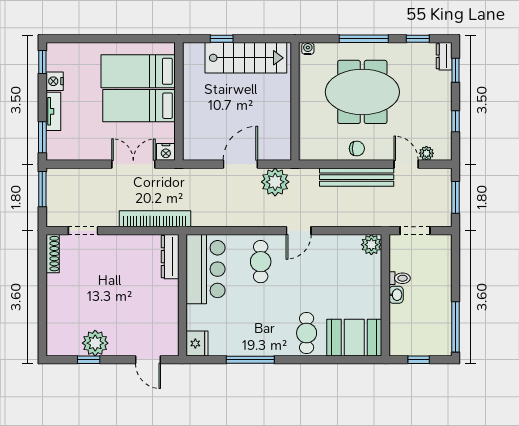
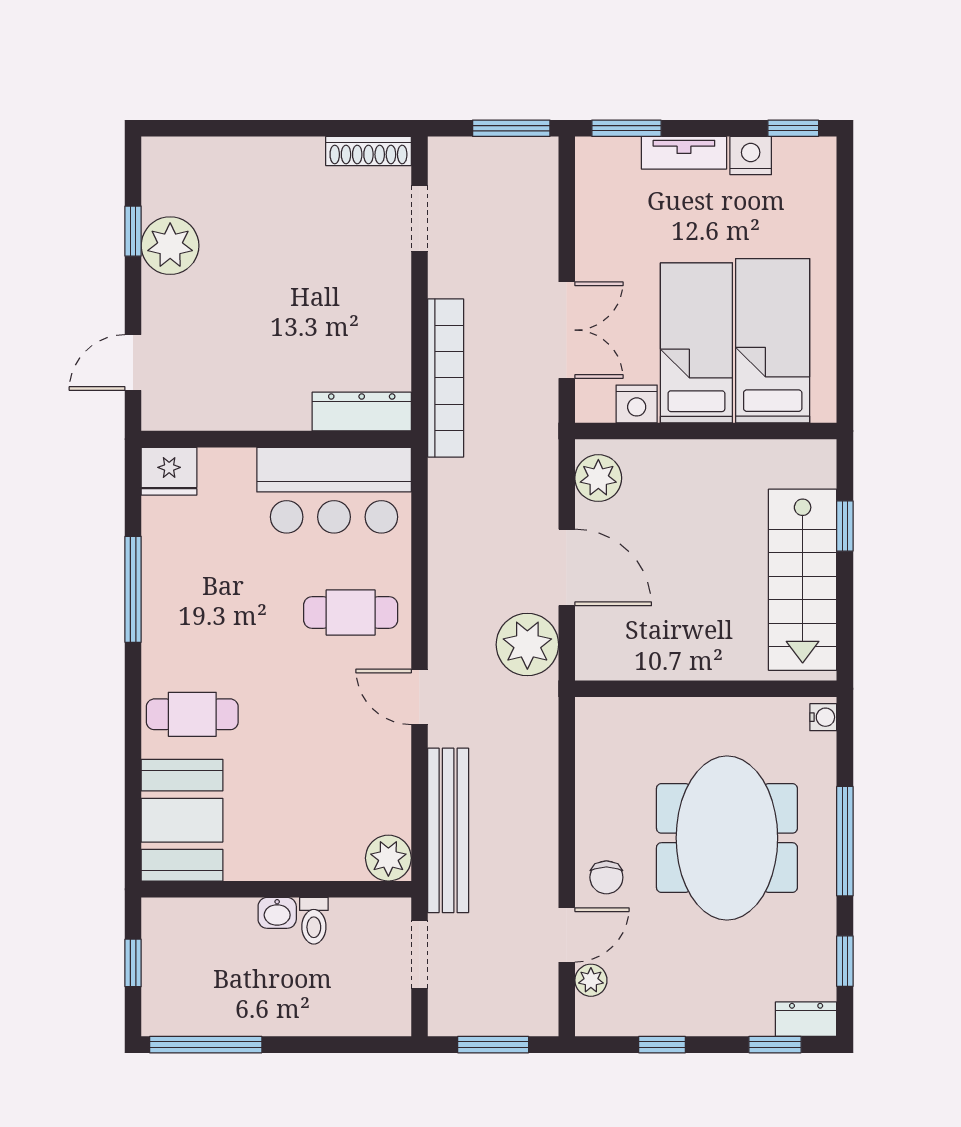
chair: (357, 149) -> (606, 877), moved
plant: (200, 150) -> (598, 478), added
nightstand: (166, 152) -> (637, 404), moved, turned -90
bench: (357, 177) -> (448, 830), moved

